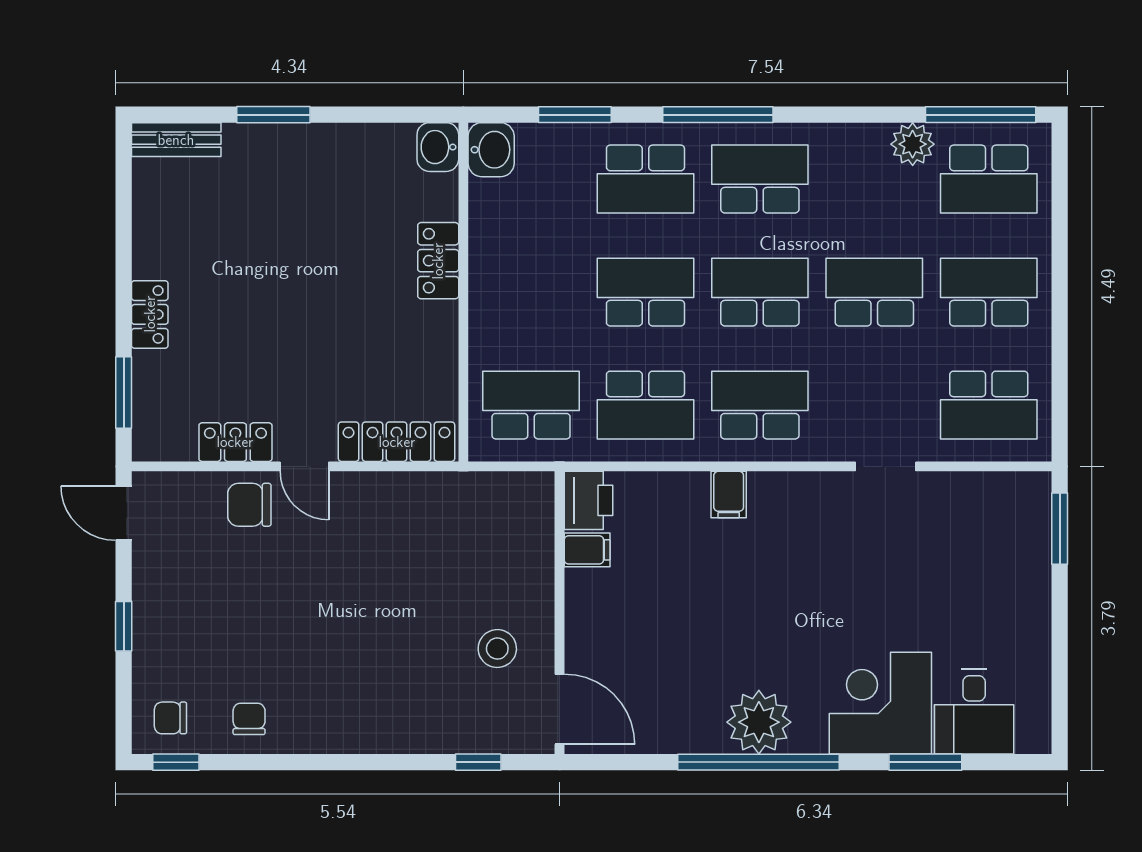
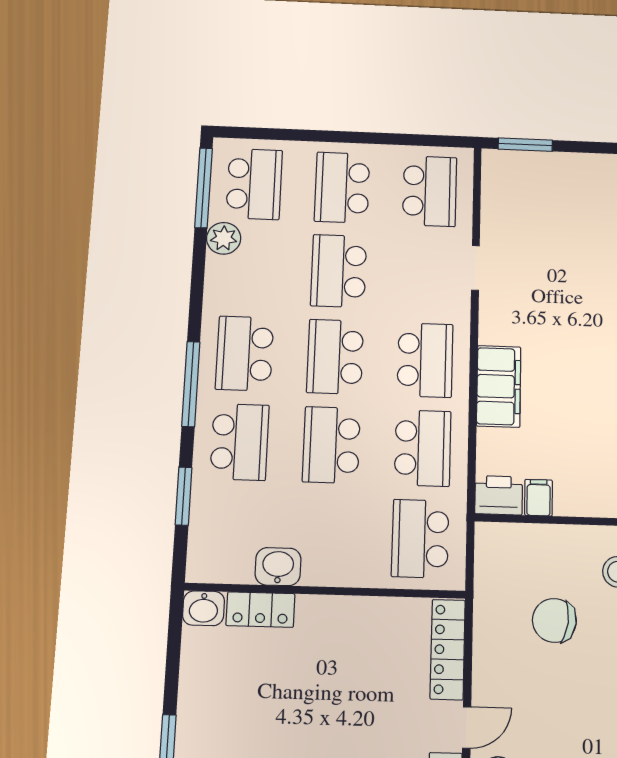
washbasin: (491, 150) -> (278, 567), moved
locker: (438, 261) -> (260, 610), moved
school desk: (760, 405) -> (425, 360), turned 180
filing cabinet: (729, 495) -> (499, 386), width x3.00, depth x1.17
chair: (435, 570) -> (554, 620), added

